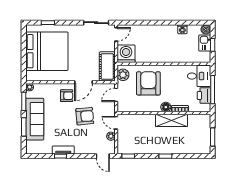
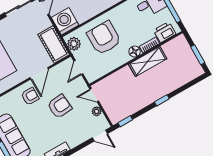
printer: (204, 95) -> (165, 32), moved, turned 90

